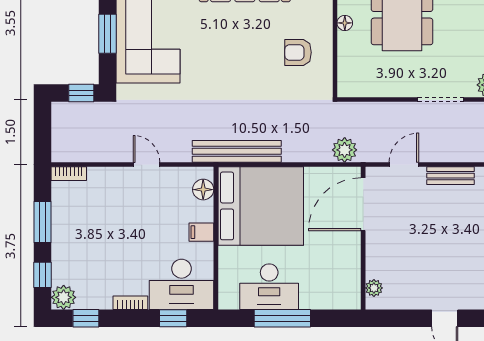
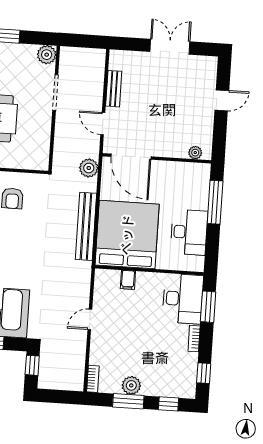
bench: (237, 151) -> (86, 226), moved
floor lamp: (203, 190) -> (112, 277), removed
filing cabinet: (201, 232) -> (128, 280), moved
plant: (64, 297) -> (131, 385), moved
window: (173, 318) -> (208, 307), width x1.50
window: (282, 318) -> (215, 202), moved

